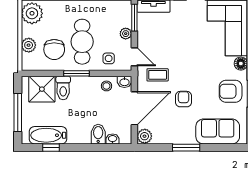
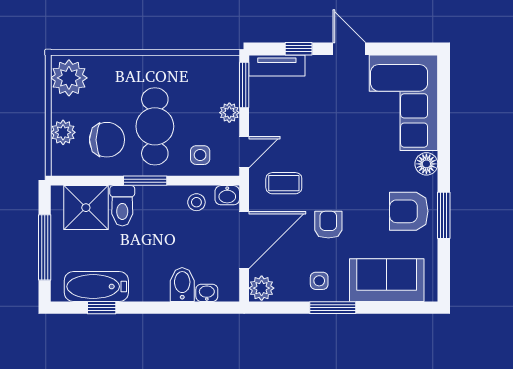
chair: (54, 49) -> (107, 140), turned -90
door: (134, 57) -> (244, 152), hinge flipped
side table: (178, 132) -> (319, 281), added

